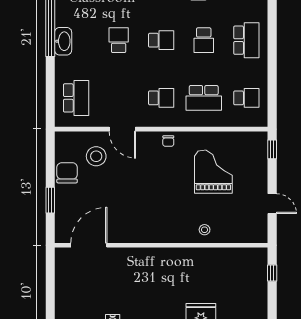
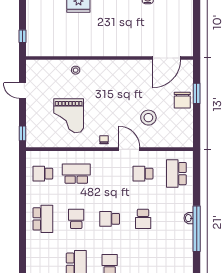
school desk: (246, 40) -> (43, 219), turned 180
washbasin: (63, 41) -> (189, 218), width x0.52, depth x0.69
school desk: (161, 98) -> (143, 174), moved
door: (122, 129) -> (129, 149), moved
stool: (96, 156) -> (148, 118), moved
chair: (67, 173) -> (182, 100), moved

